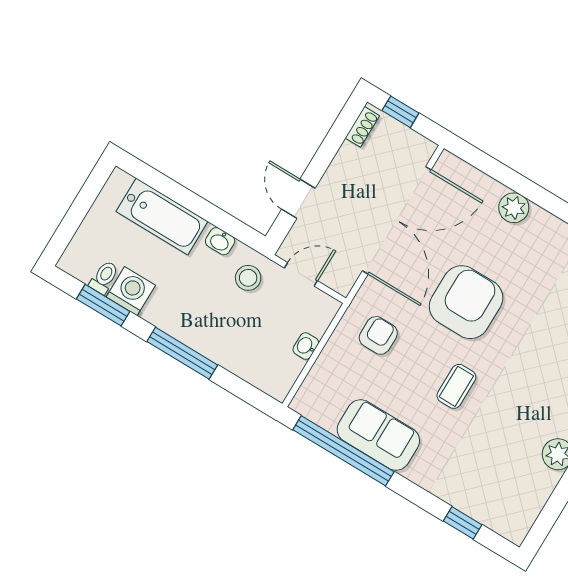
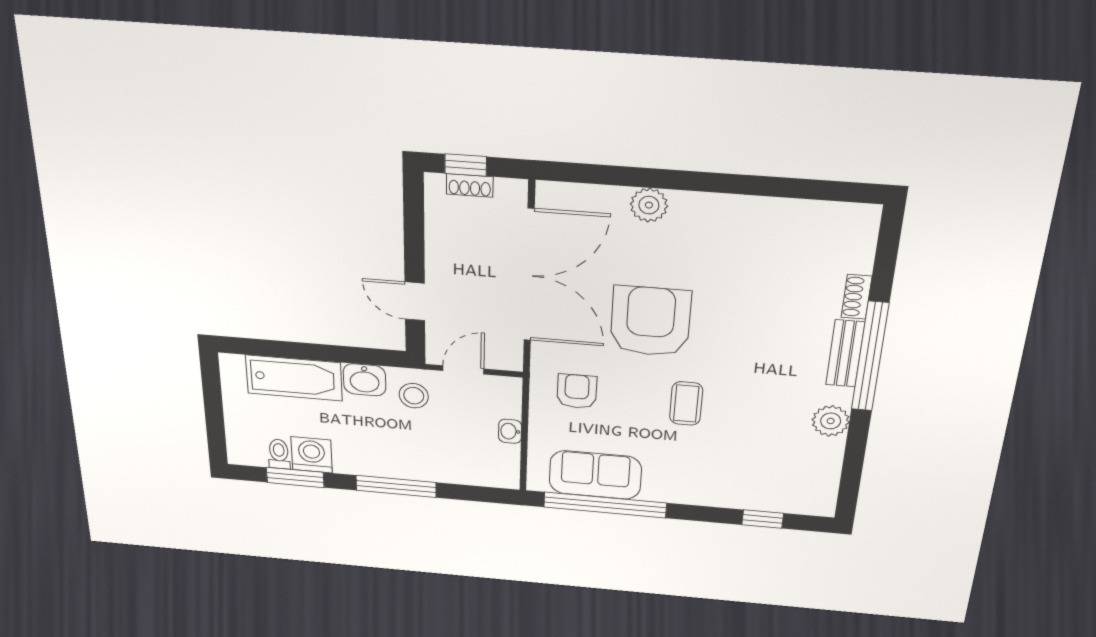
shoe rack: (362, 127) -> (470, 185), moved, turned 90
washbasin: (220, 241) -> (365, 380), width x1.38, depth x1.45
sofa: (378, 435) -> (595, 475), moved

